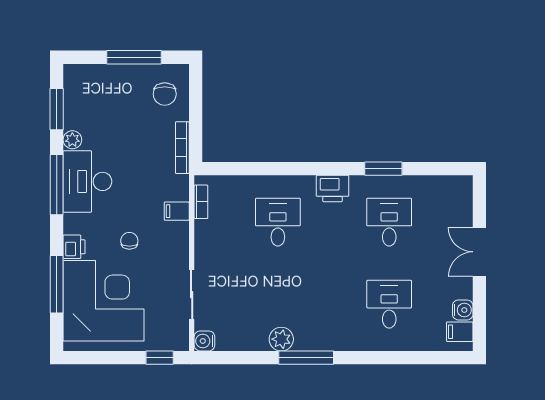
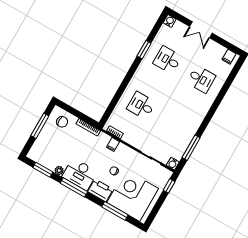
printer: (333, 188) -> (140, 75), removed
printer: (74, 247) -> (100, 190), width x1.87, depth x1.48
desk: (389, 304) -> (201, 79), turned 180
water cooler: (463, 310) -> (170, 21), moved
plant: (281, 339) -> (190, 132), removed
window: (306, 358) -> (191, 148), moved

